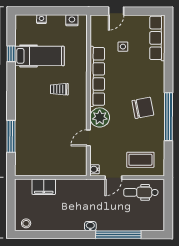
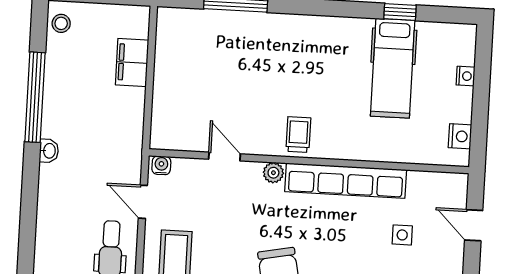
trolley: (59, 89) -> (298, 135), moved
plant: (100, 117) -> (273, 173), width x0.53, depth x0.53
window: (118, 235) -> (35, 97), moved

